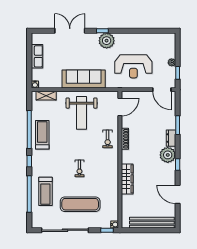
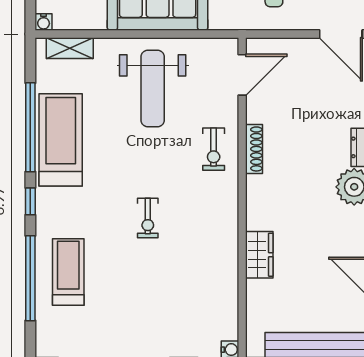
treadmill: (42, 135) -> (61, 140), width x1.37, depth x1.38
wardrobe: (127, 179) -> (259, 255), width x0.67
treadmill: (45, 191) -> (68, 272), turned 180
exercise mat: (80, 204) -> (149, 302), removed

